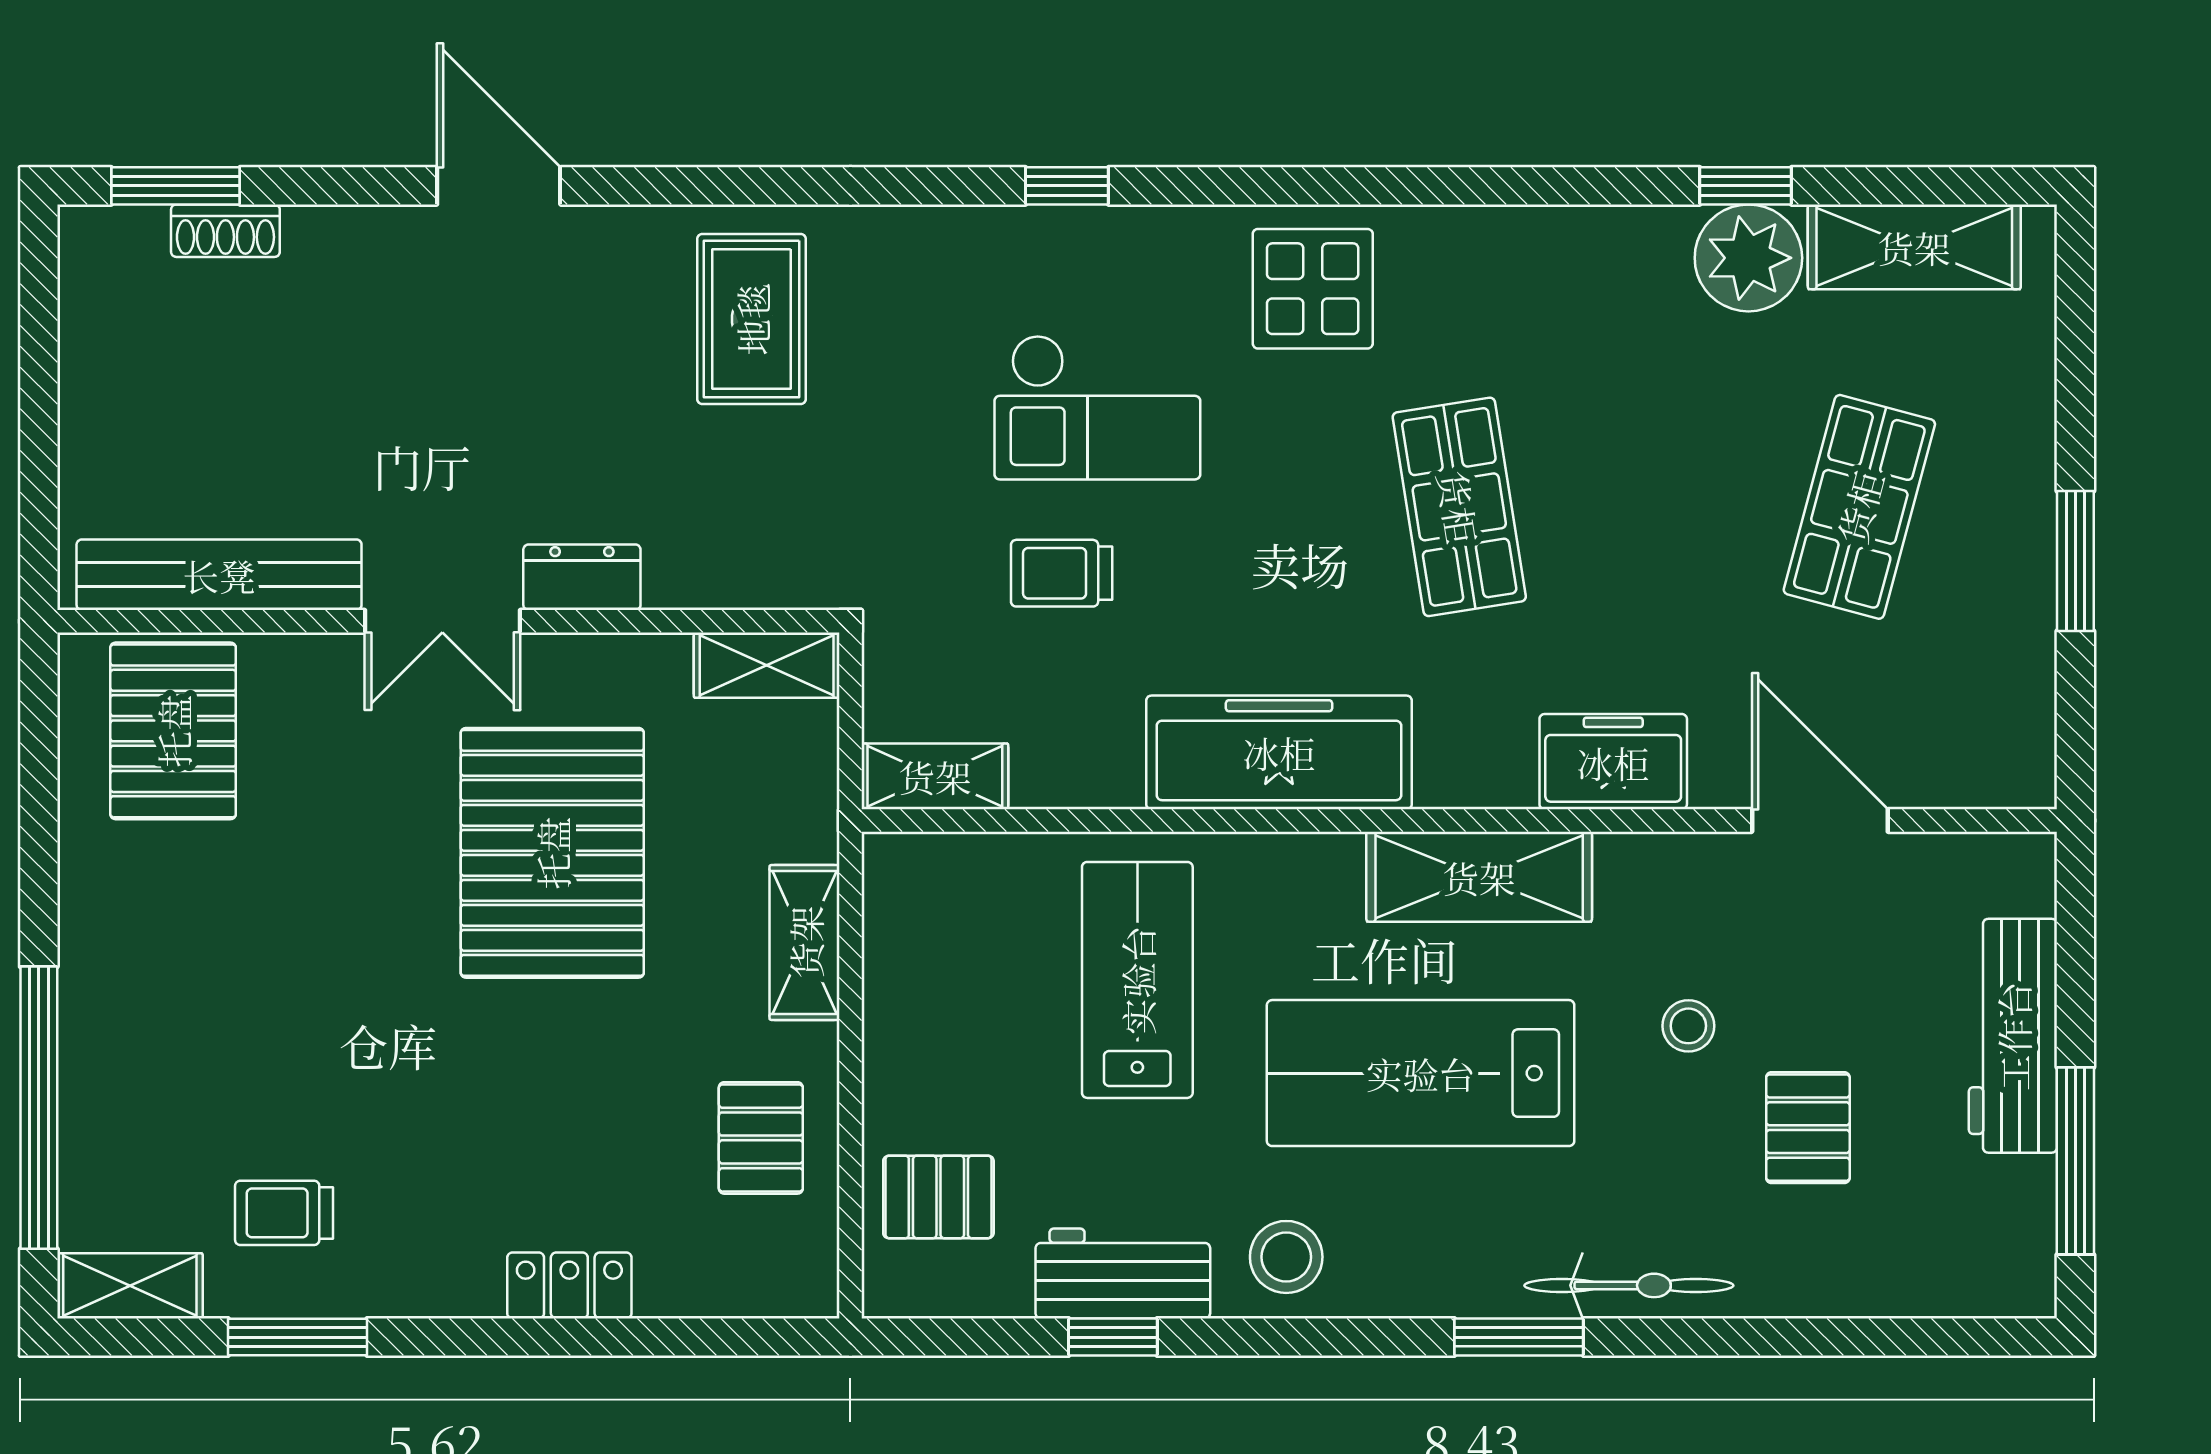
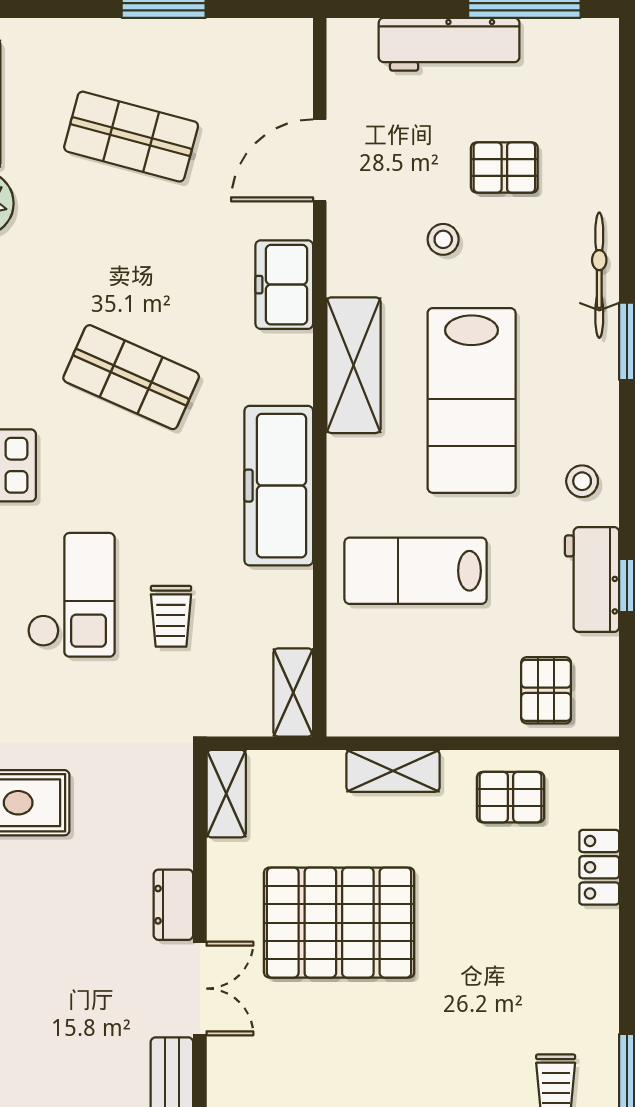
shop shelf: (1459, 507) -> (131, 377), turned 33
stool: (1286, 1257) -> (582, 481), width x0.73, depth x0.73
locker: (569, 1285) -> (599, 867), moved

